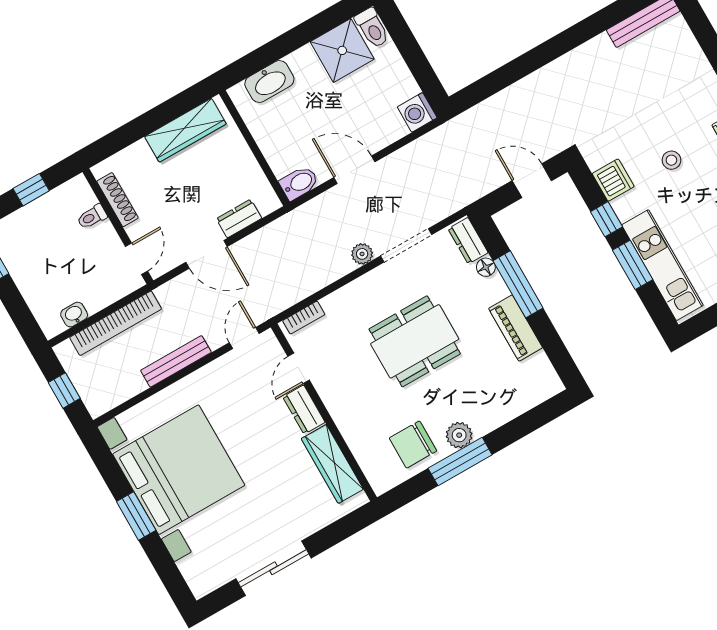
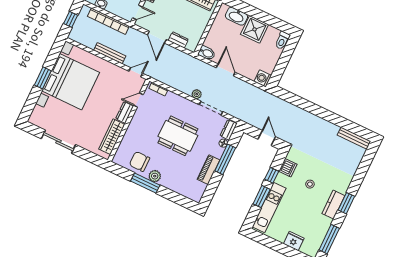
shower: (342, 50) -> (255, 29), moved

